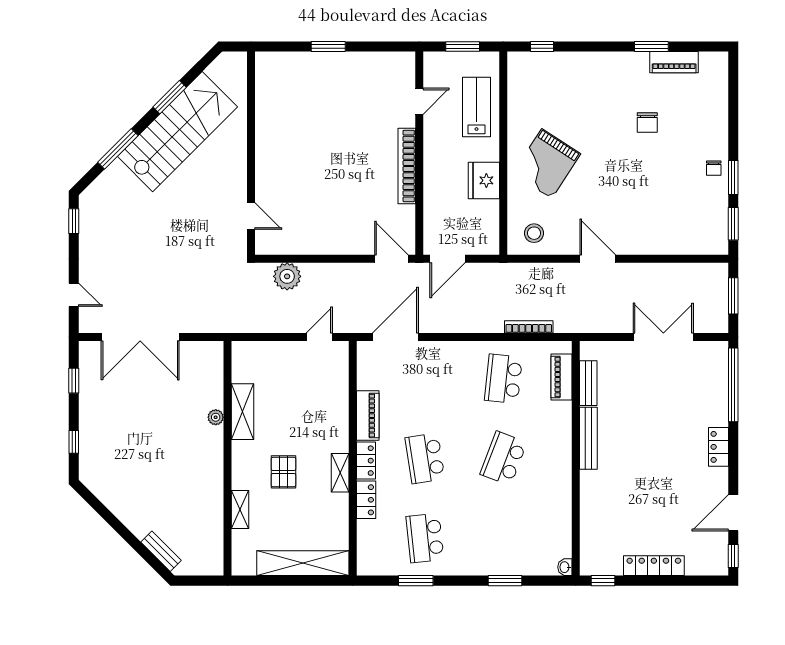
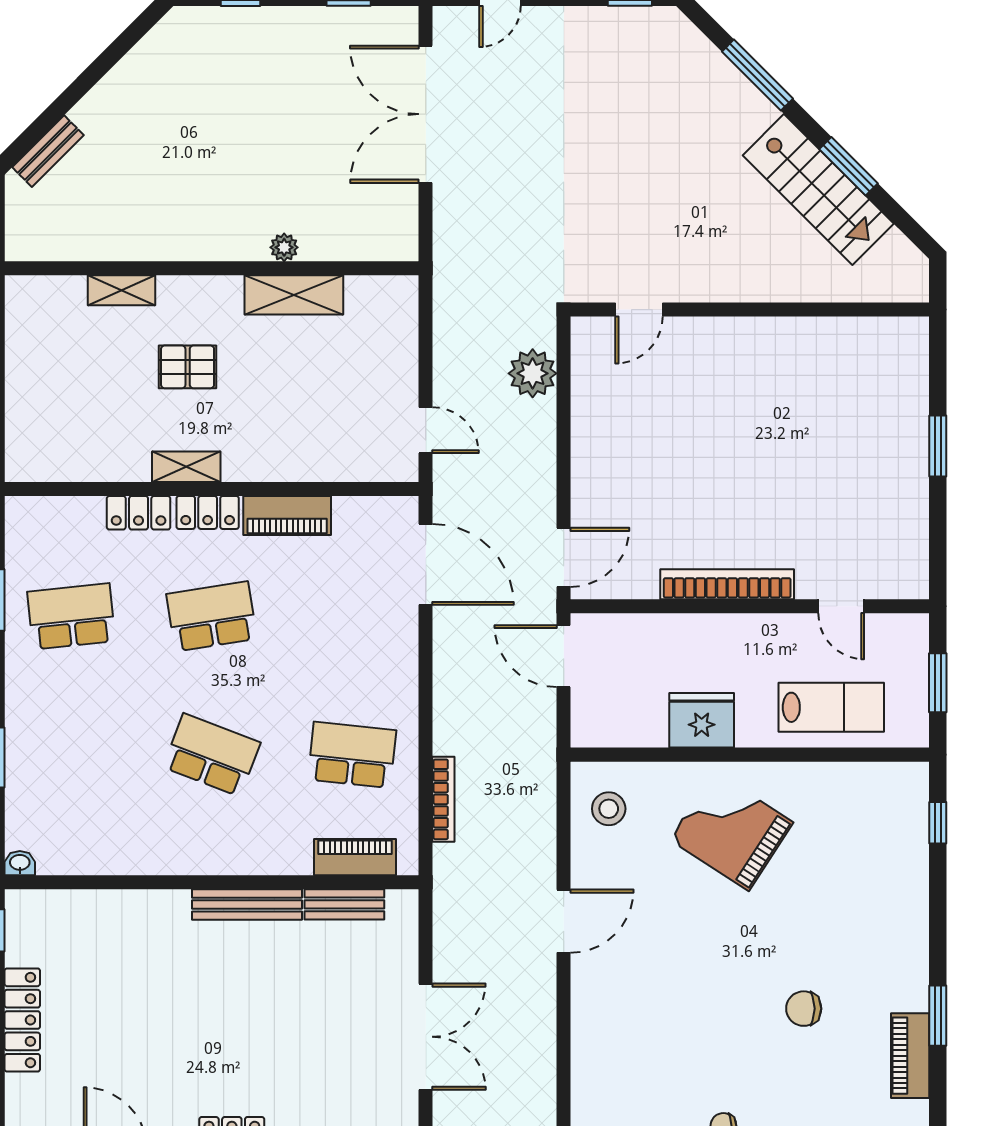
stairs: (177, 132) -> (818, 189), width x0.73, depth x0.66
shelving: (303, 563) -> (27, 401), removed

